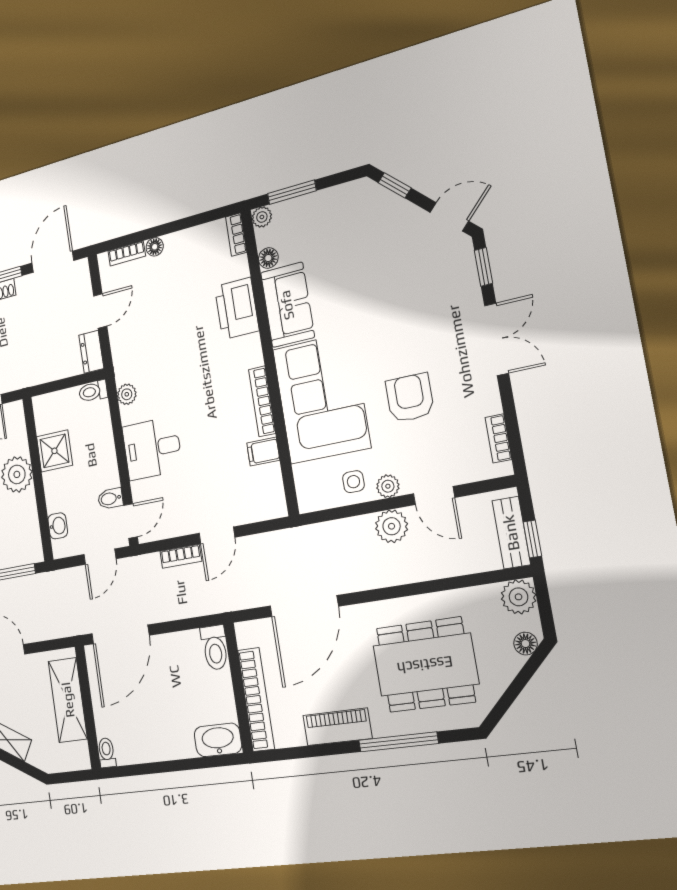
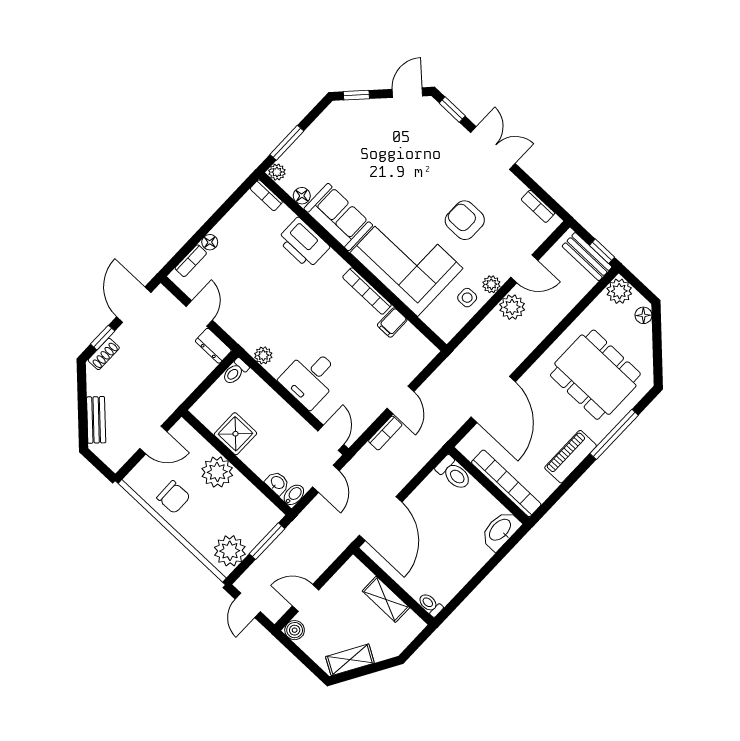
bidet: (110, 499) -> (294, 495), moved, turned 180
dining table: (425, 665) -> (595, 375), turned 90
shelving: (68, 700) -> (386, 599), width x0.67, depth x0.75

